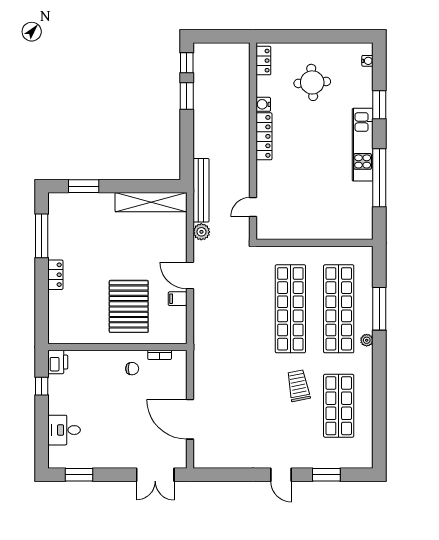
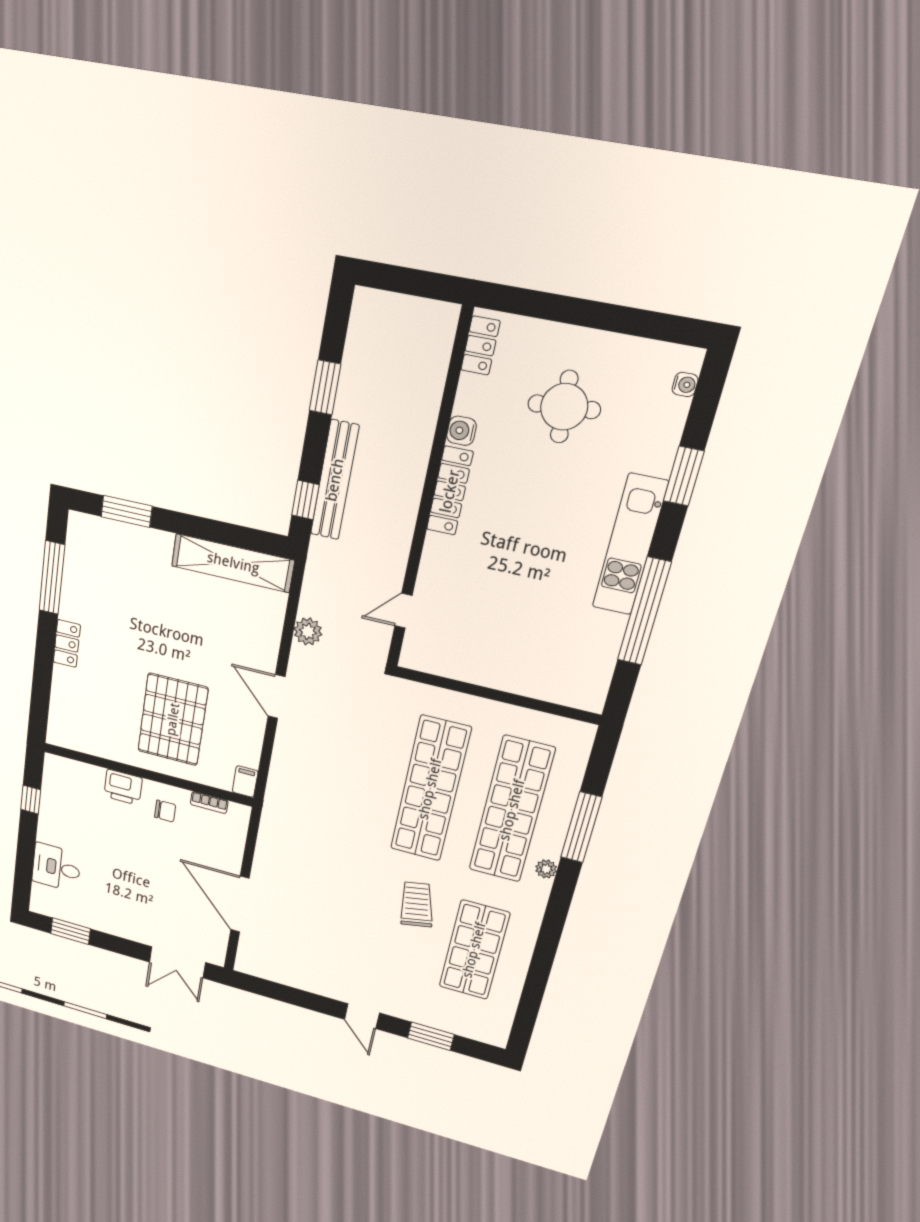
window: (187, 63) -> (305, 500), moved
bench: (201, 190) -> (335, 480), moved
filing cabinet: (178, 299) -> (245, 782), moved, turned 90
printer: (58, 362) -> (123, 787), moved, turned 90

